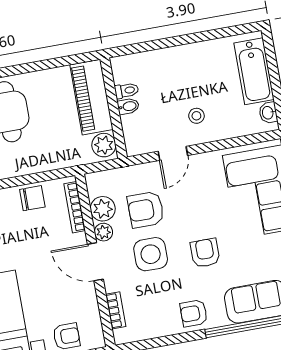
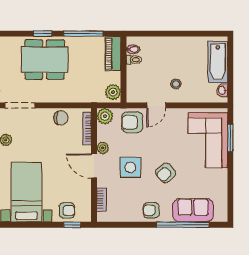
window: (43, 65) -> (83, 34), added
piano: (91, 97) -> (113, 54), width x0.73, depth x0.75
bidet: (128, 106) -> (133, 49), moved
plant: (103, 209) -> (105, 116), moved
armchair: (146, 210) -> (132, 122), moved
armchair: (205, 253) -> (166, 173), turned -132

